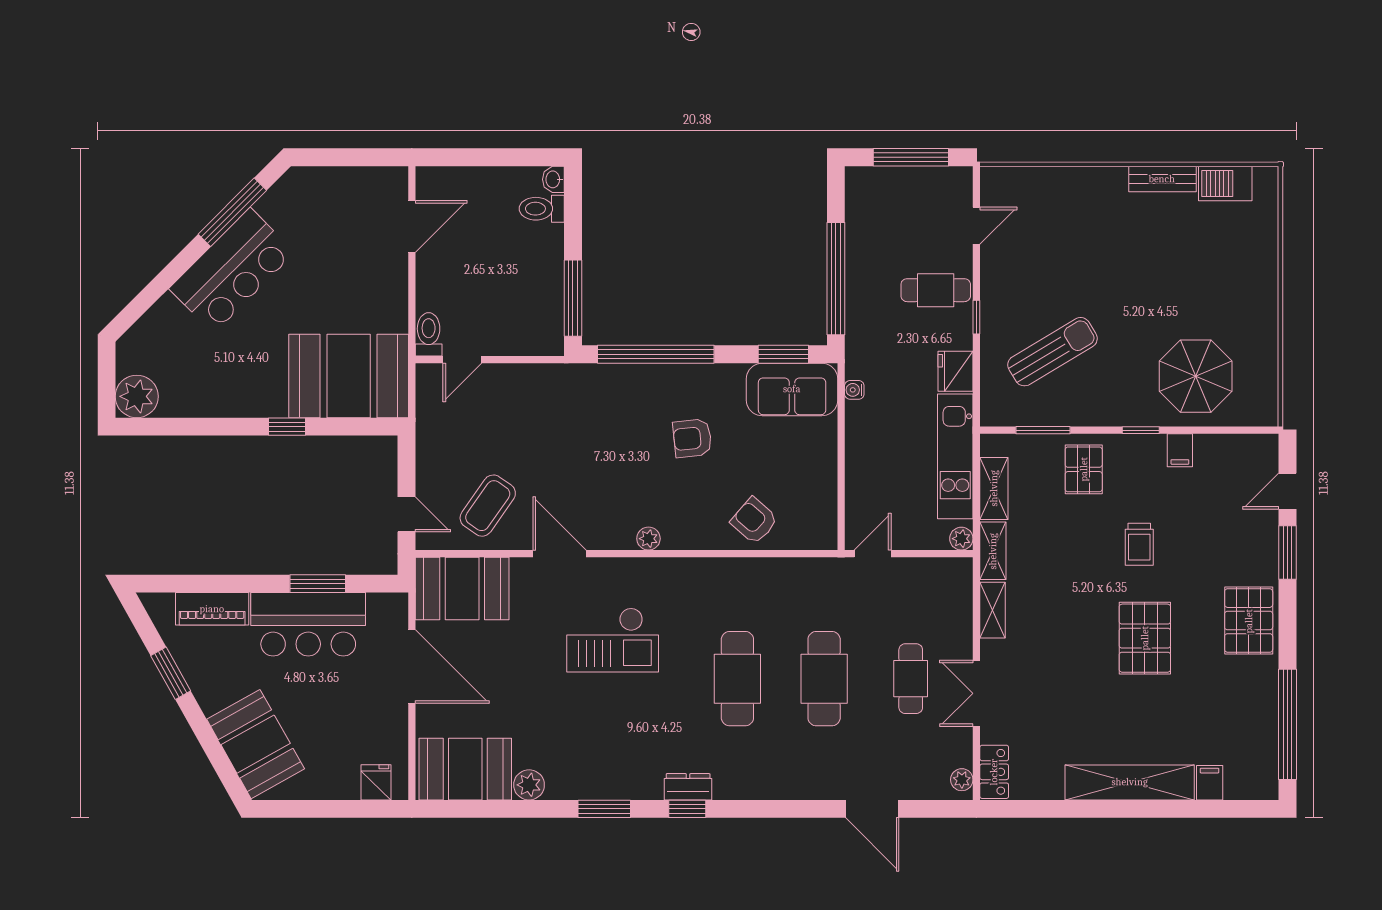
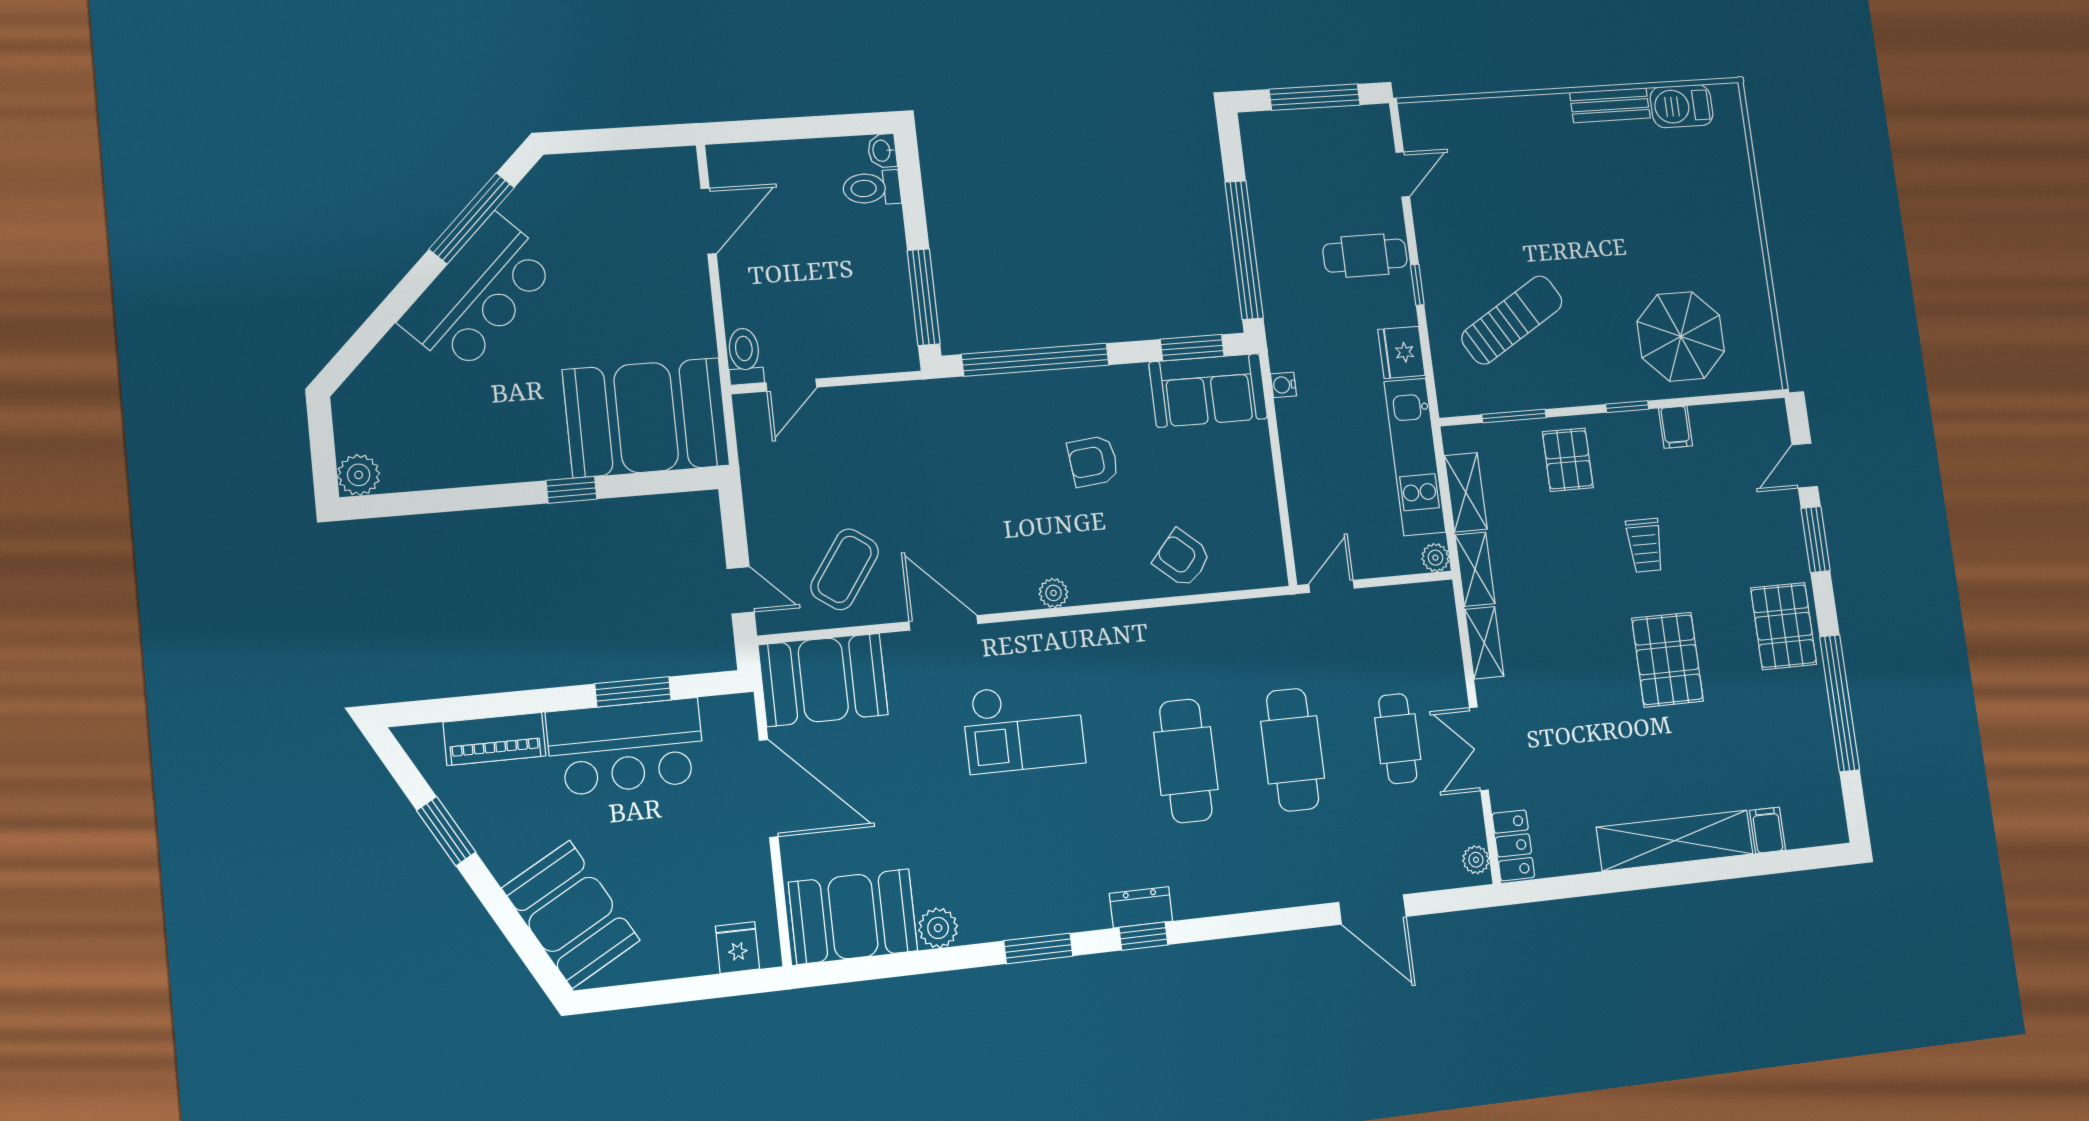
plant: (137, 396) -> (359, 475), width x0.73, depth x0.73
window: (1288, 724) -> (1840, 703), moved

